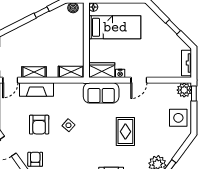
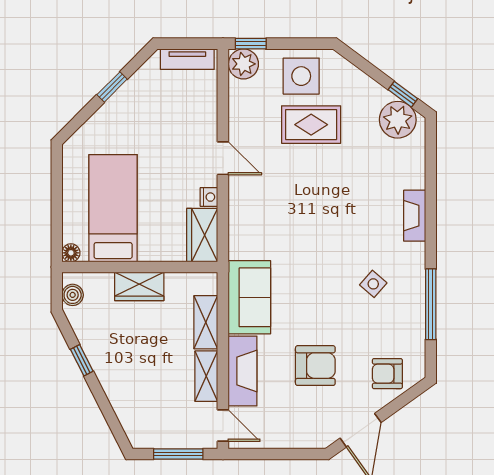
wardrobe: (77, 40) -> (139, 286), added
shelving: (71, 72) -> (206, 322), moved
sofa: (101, 93) -> (249, 297), moved
side table: (68, 125) -> (373, 284), moved
rug: (125, 132) -> (311, 125), moved

